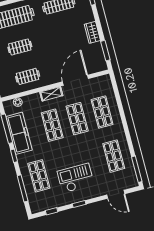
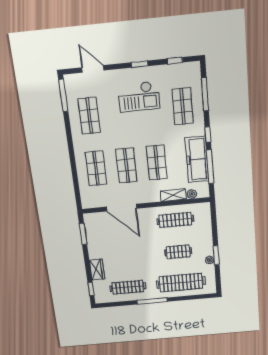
wardrobe: (92, 32) -> (97, 270), moved
clothes rail: (28, 76) -> (175, 220), width x1.36
door: (75, 80) -> (122, 208), hinge flipped
shelving: (51, 94) -> (173, 195), moved

